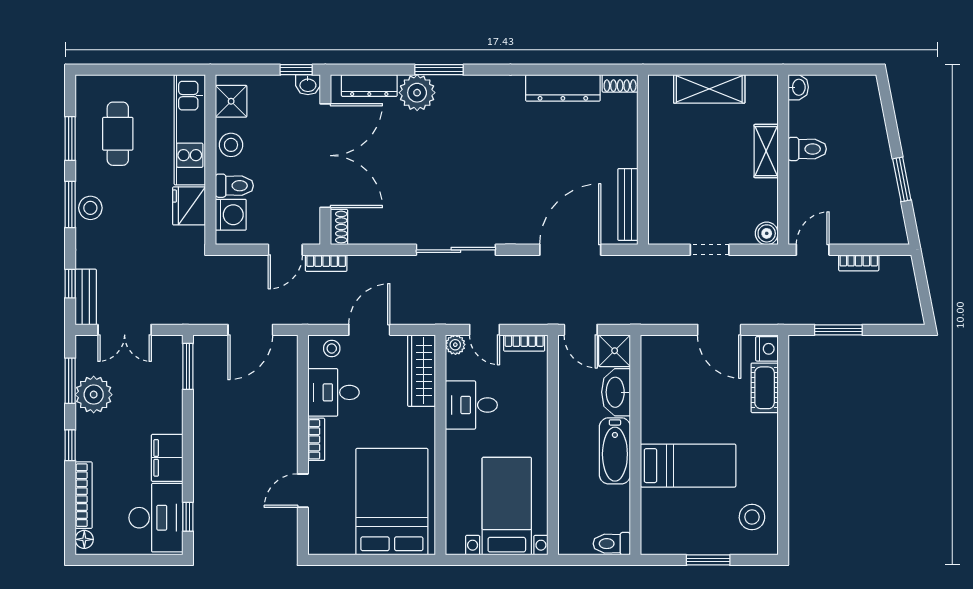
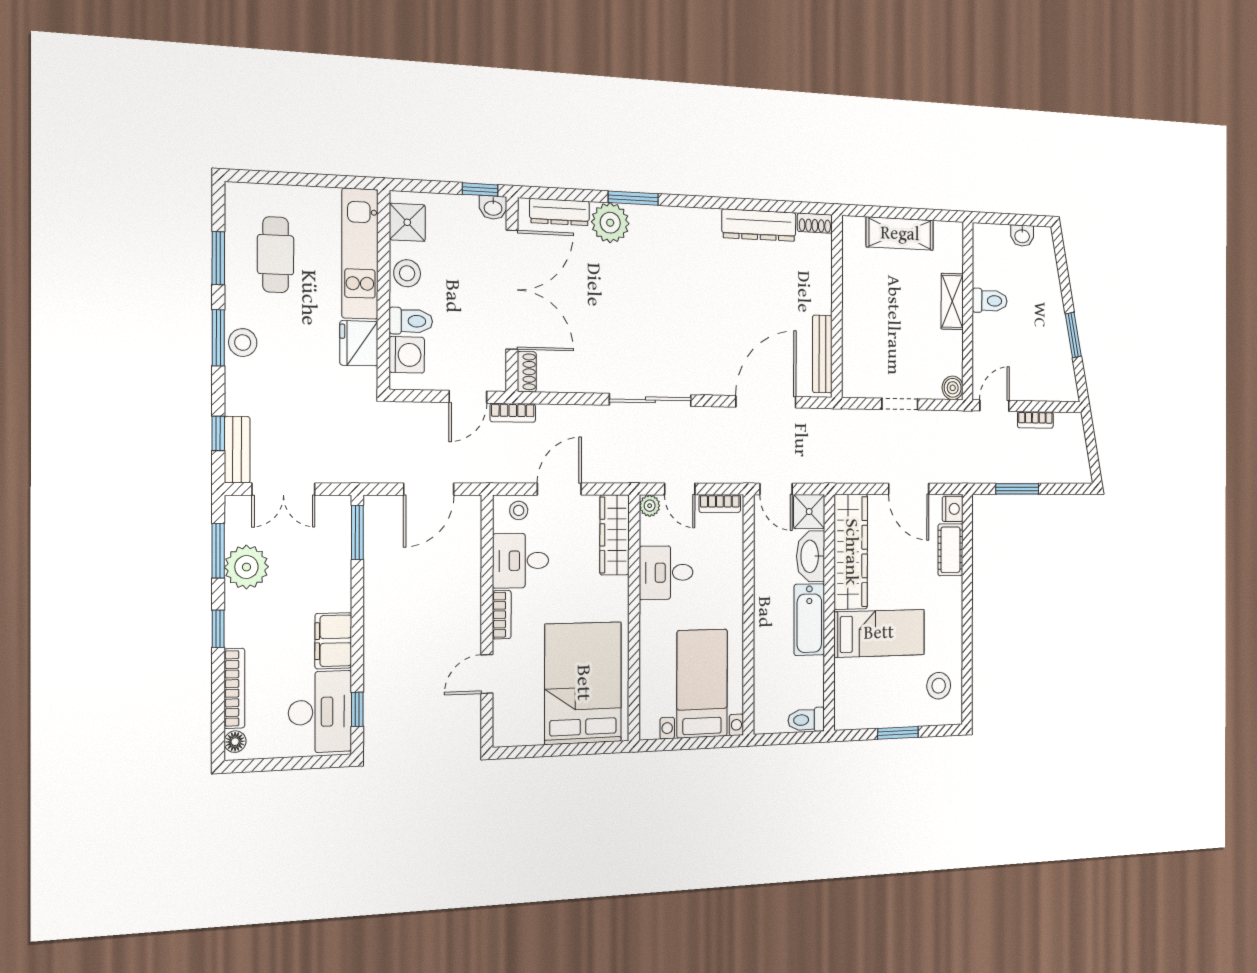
washbasin: (798, 87) -> (1022, 236), moved, turned 90
wardrobe: (658, 388) -> (851, 552), added

